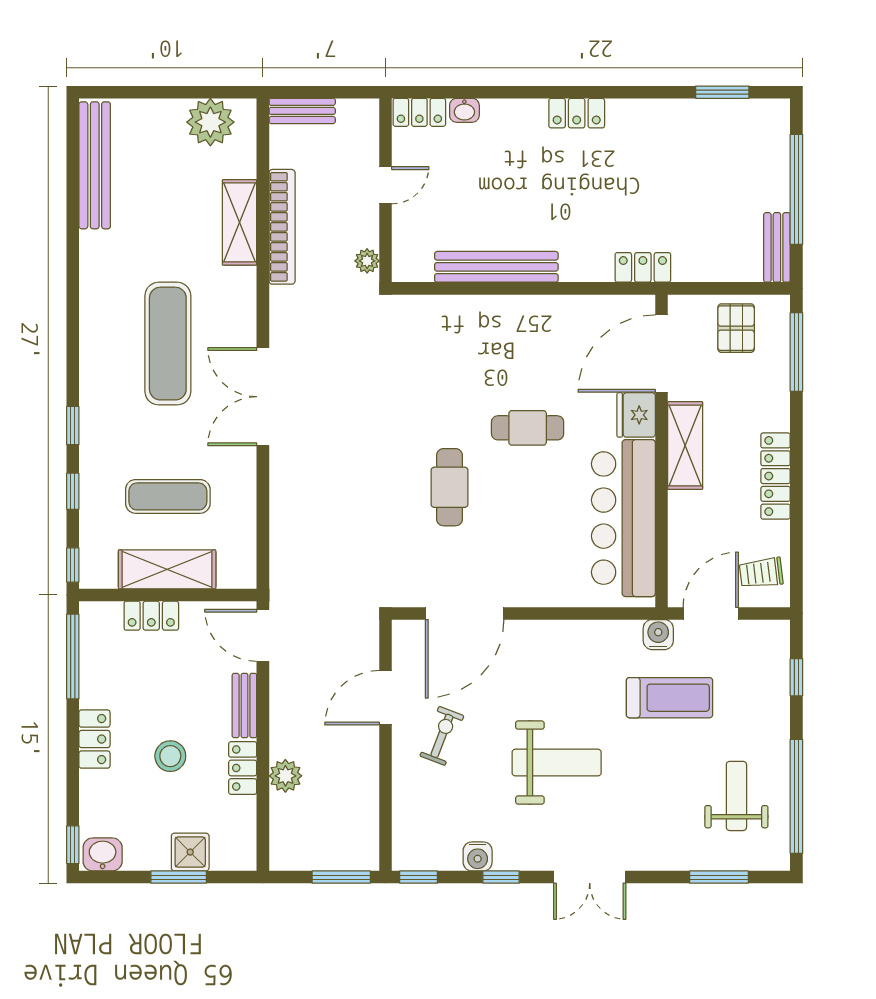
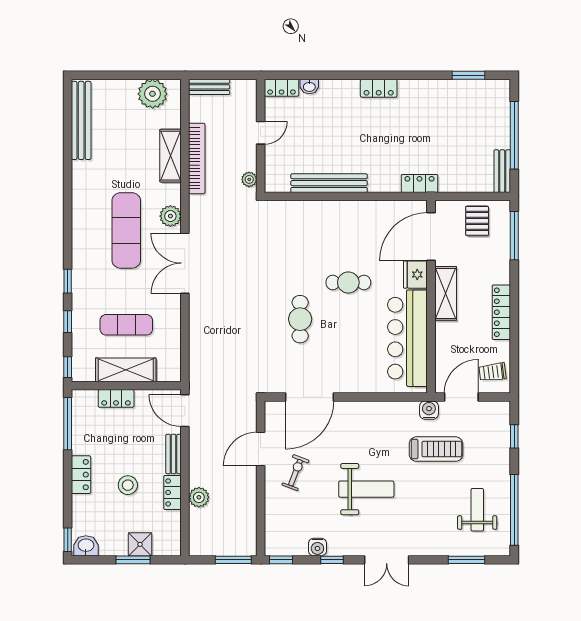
plant: (239, 320) -> (170, 216), added

